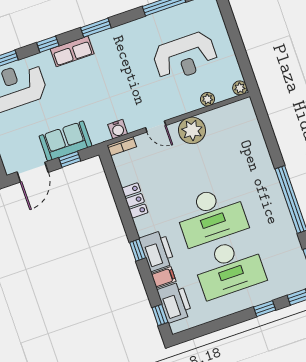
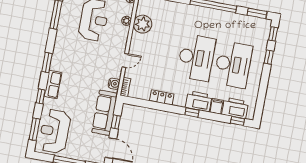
plant: (192, 130) -> (143, 24), moved
sofa: (65, 141) -> (105, 113), width x1.36

